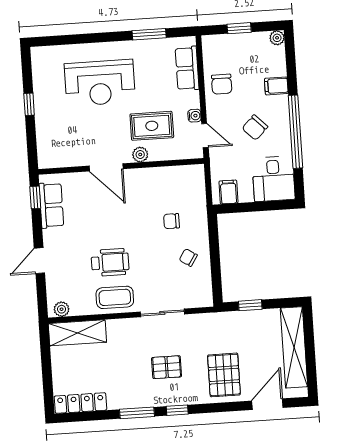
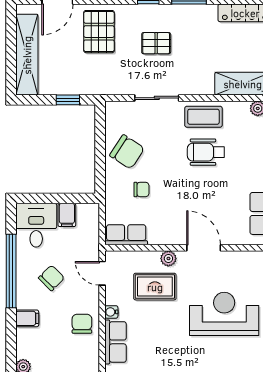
reception desk: (100, 83) -> (224, 314), moved
water cooler: (194, 116) -> (111, 312), moved
row of seats: (184, 175) -> (126, 235), added
filing cabinet: (228, 192) -> (67, 215), moved
chair: (188, 258) -> (127, 152), width x1.87, depth x1.87

